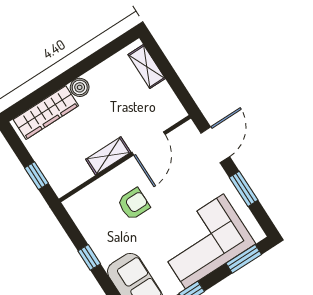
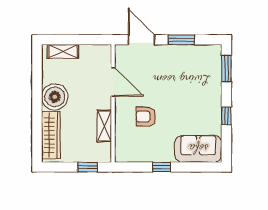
boiler: (80, 87) -> (55, 97), width x1.86, depth x1.86
shelving: (108, 156) -> (104, 126), moved
armchair: (134, 204) -> (146, 117), turned -90
corner sofa: (205, 241) -> (199, 87), removed

